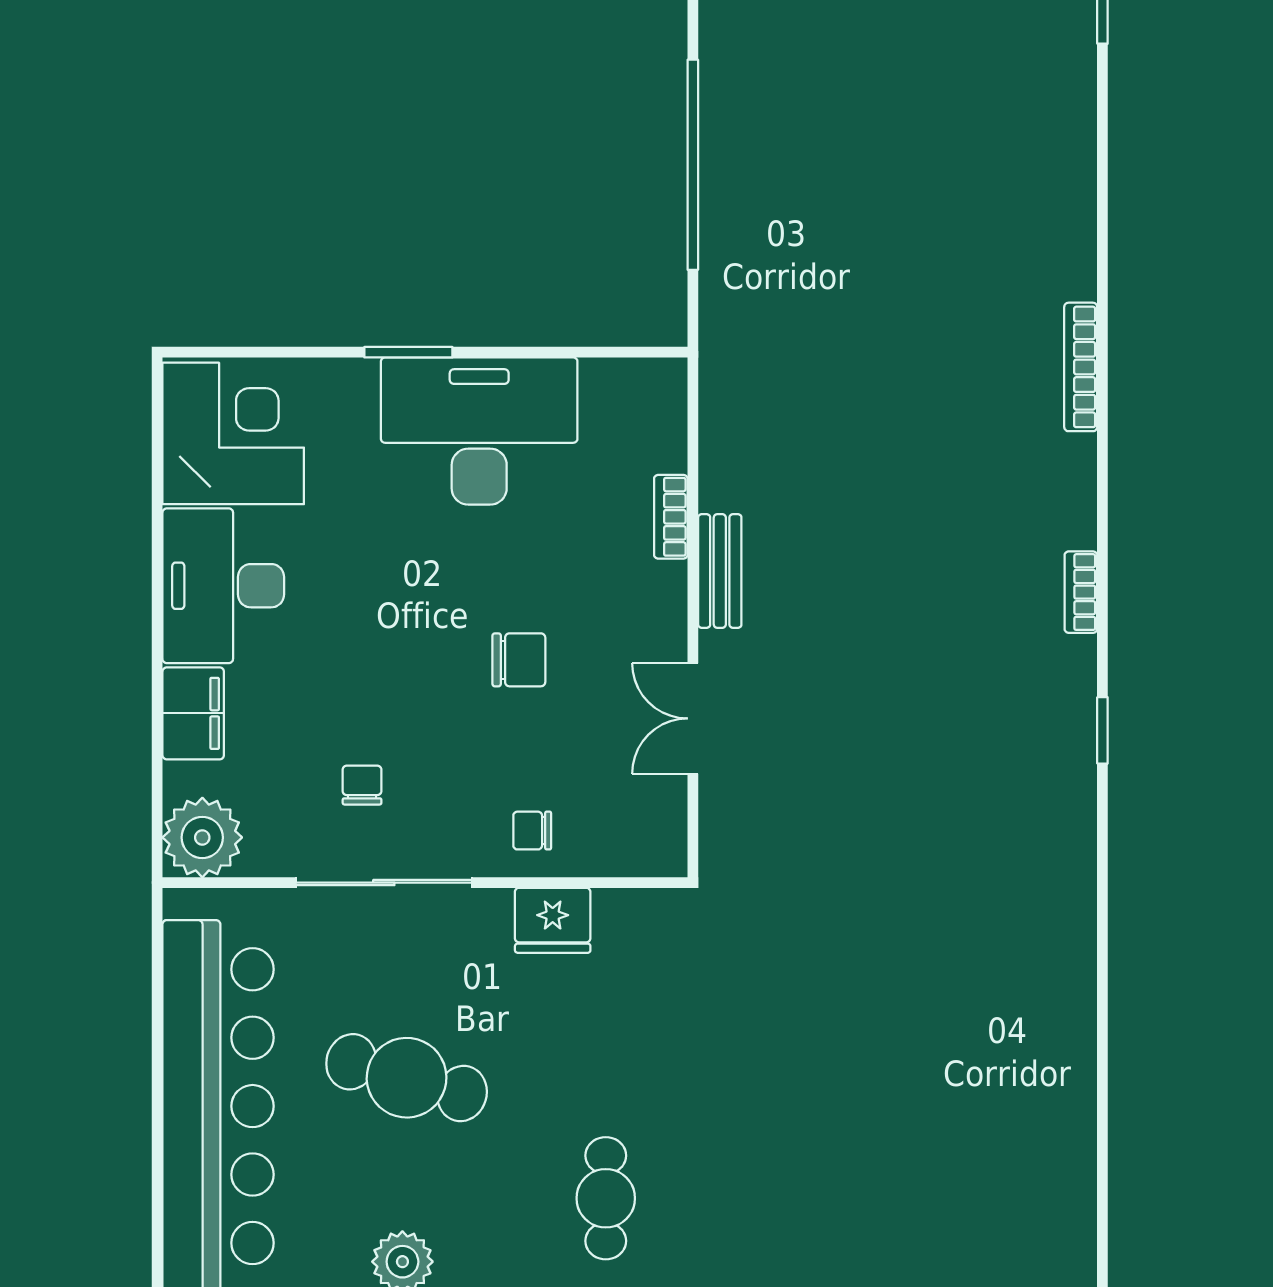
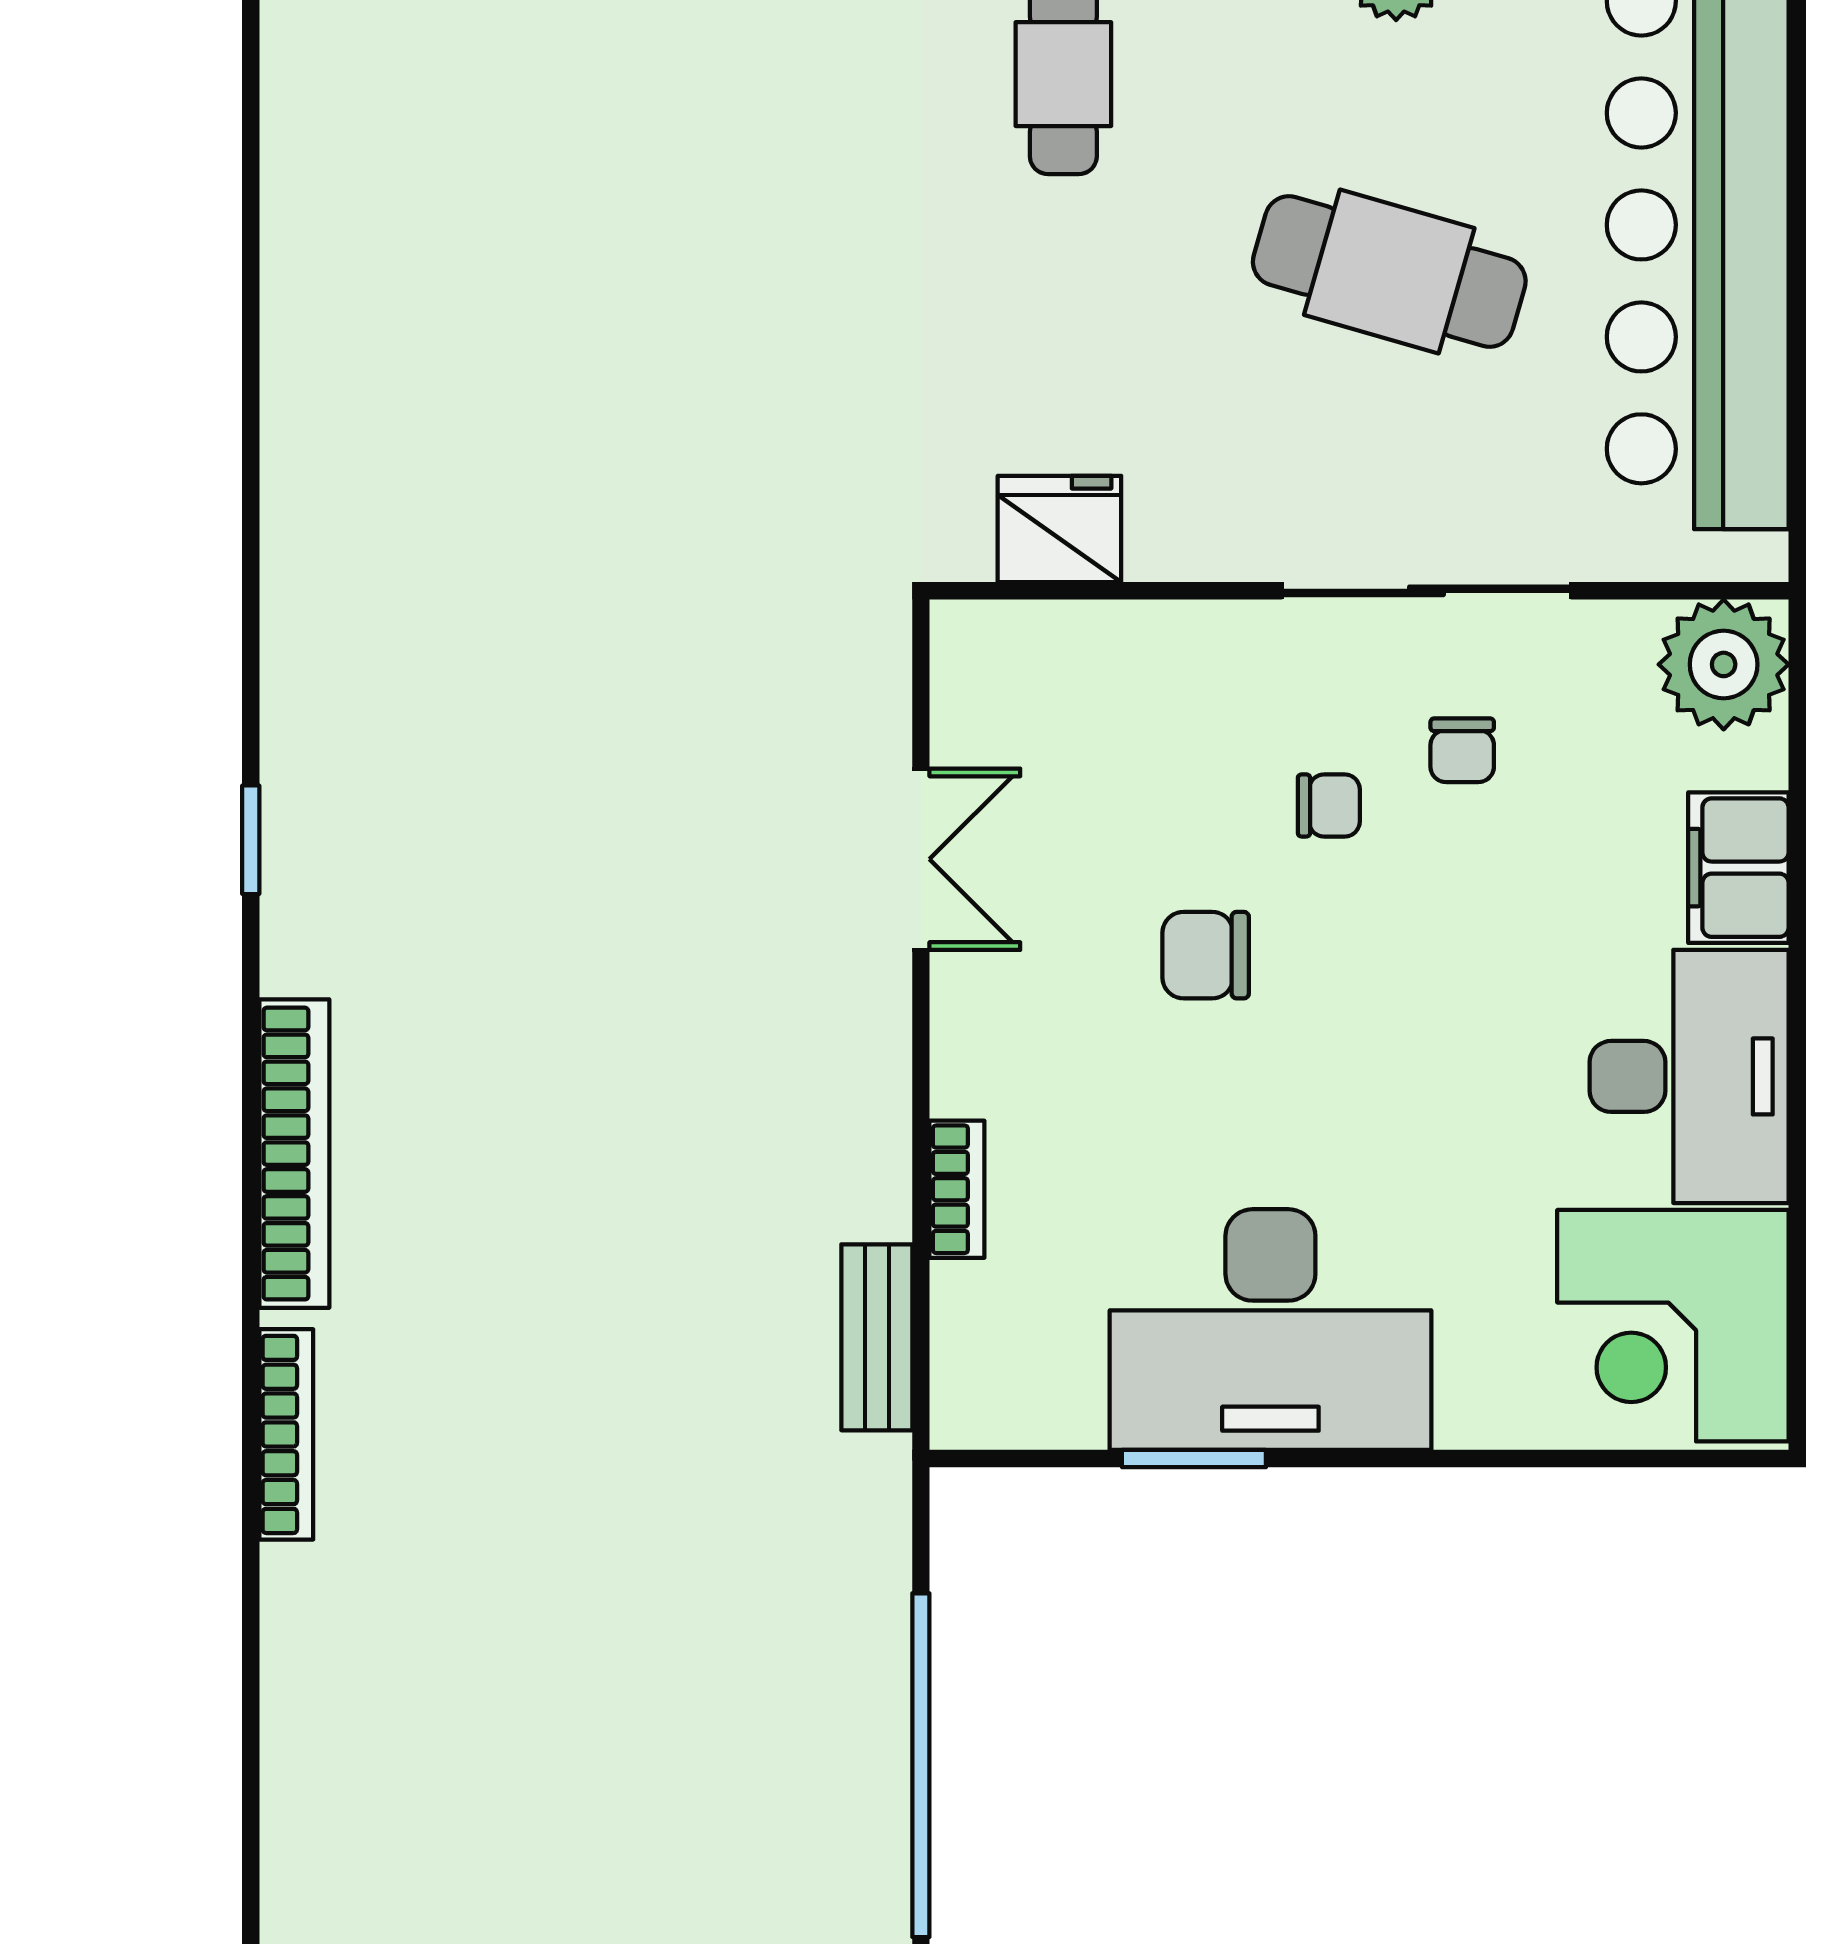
window: (408, 352) -> (1194, 1459), moved
bench: (720, 571) -> (877, 1337), moved
bookcase: (1081, 592) -> (294, 1154), width x2.31, depth x1.31
chair: (532, 831) -> (1329, 805), moved
fridge: (553, 920) -> (1059, 529), moved

